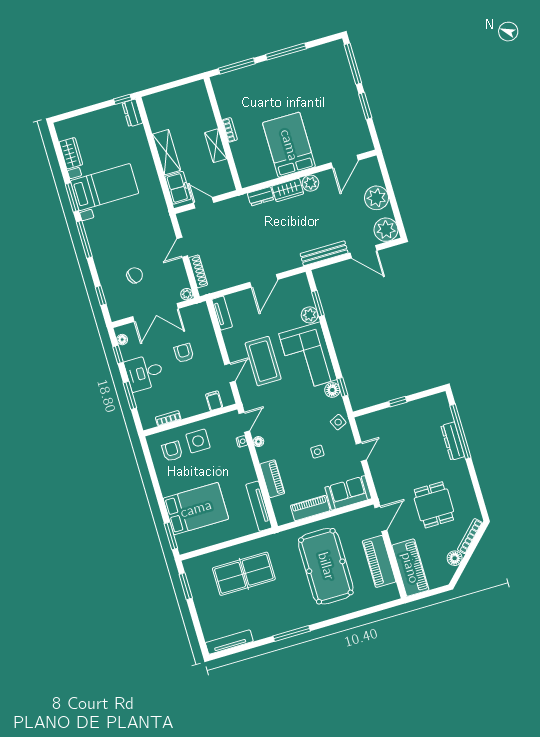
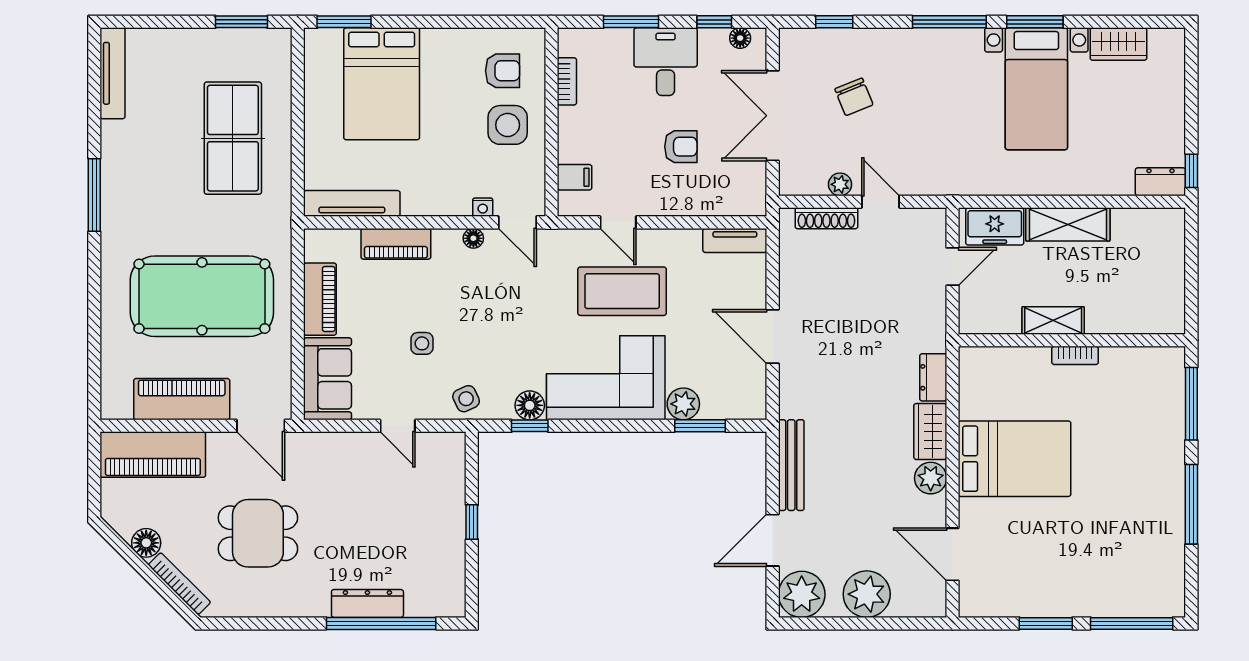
plant: (187, 294) -> (840, 184), moved

